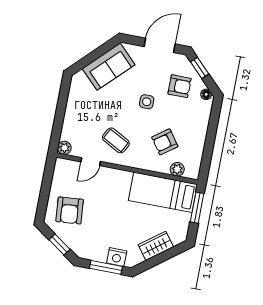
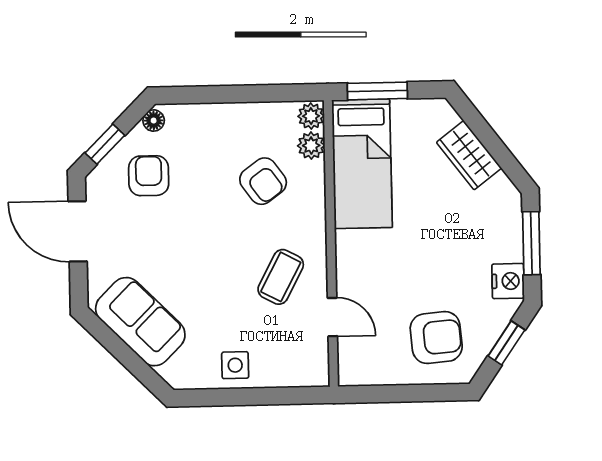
side table: (147, 102) -> (235, 365), moved
plant: (64, 148) -> (311, 116), moved
nightstand: (117, 257) -> (508, 281), moved

